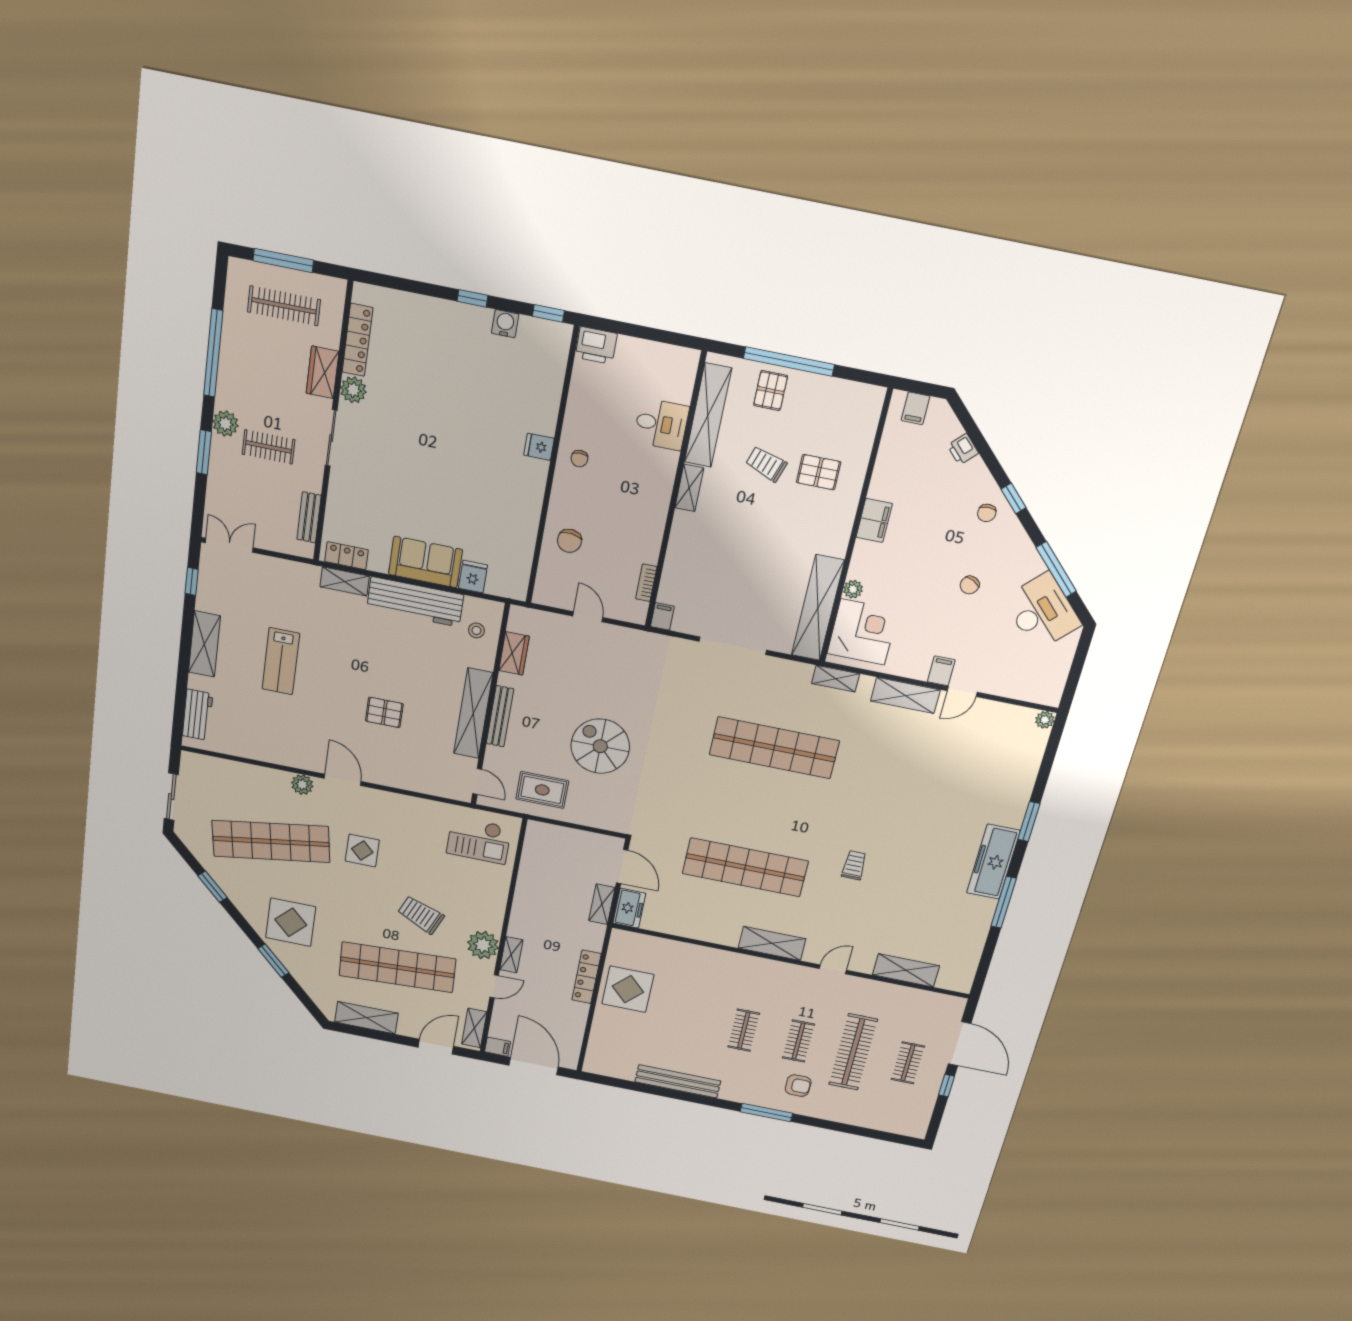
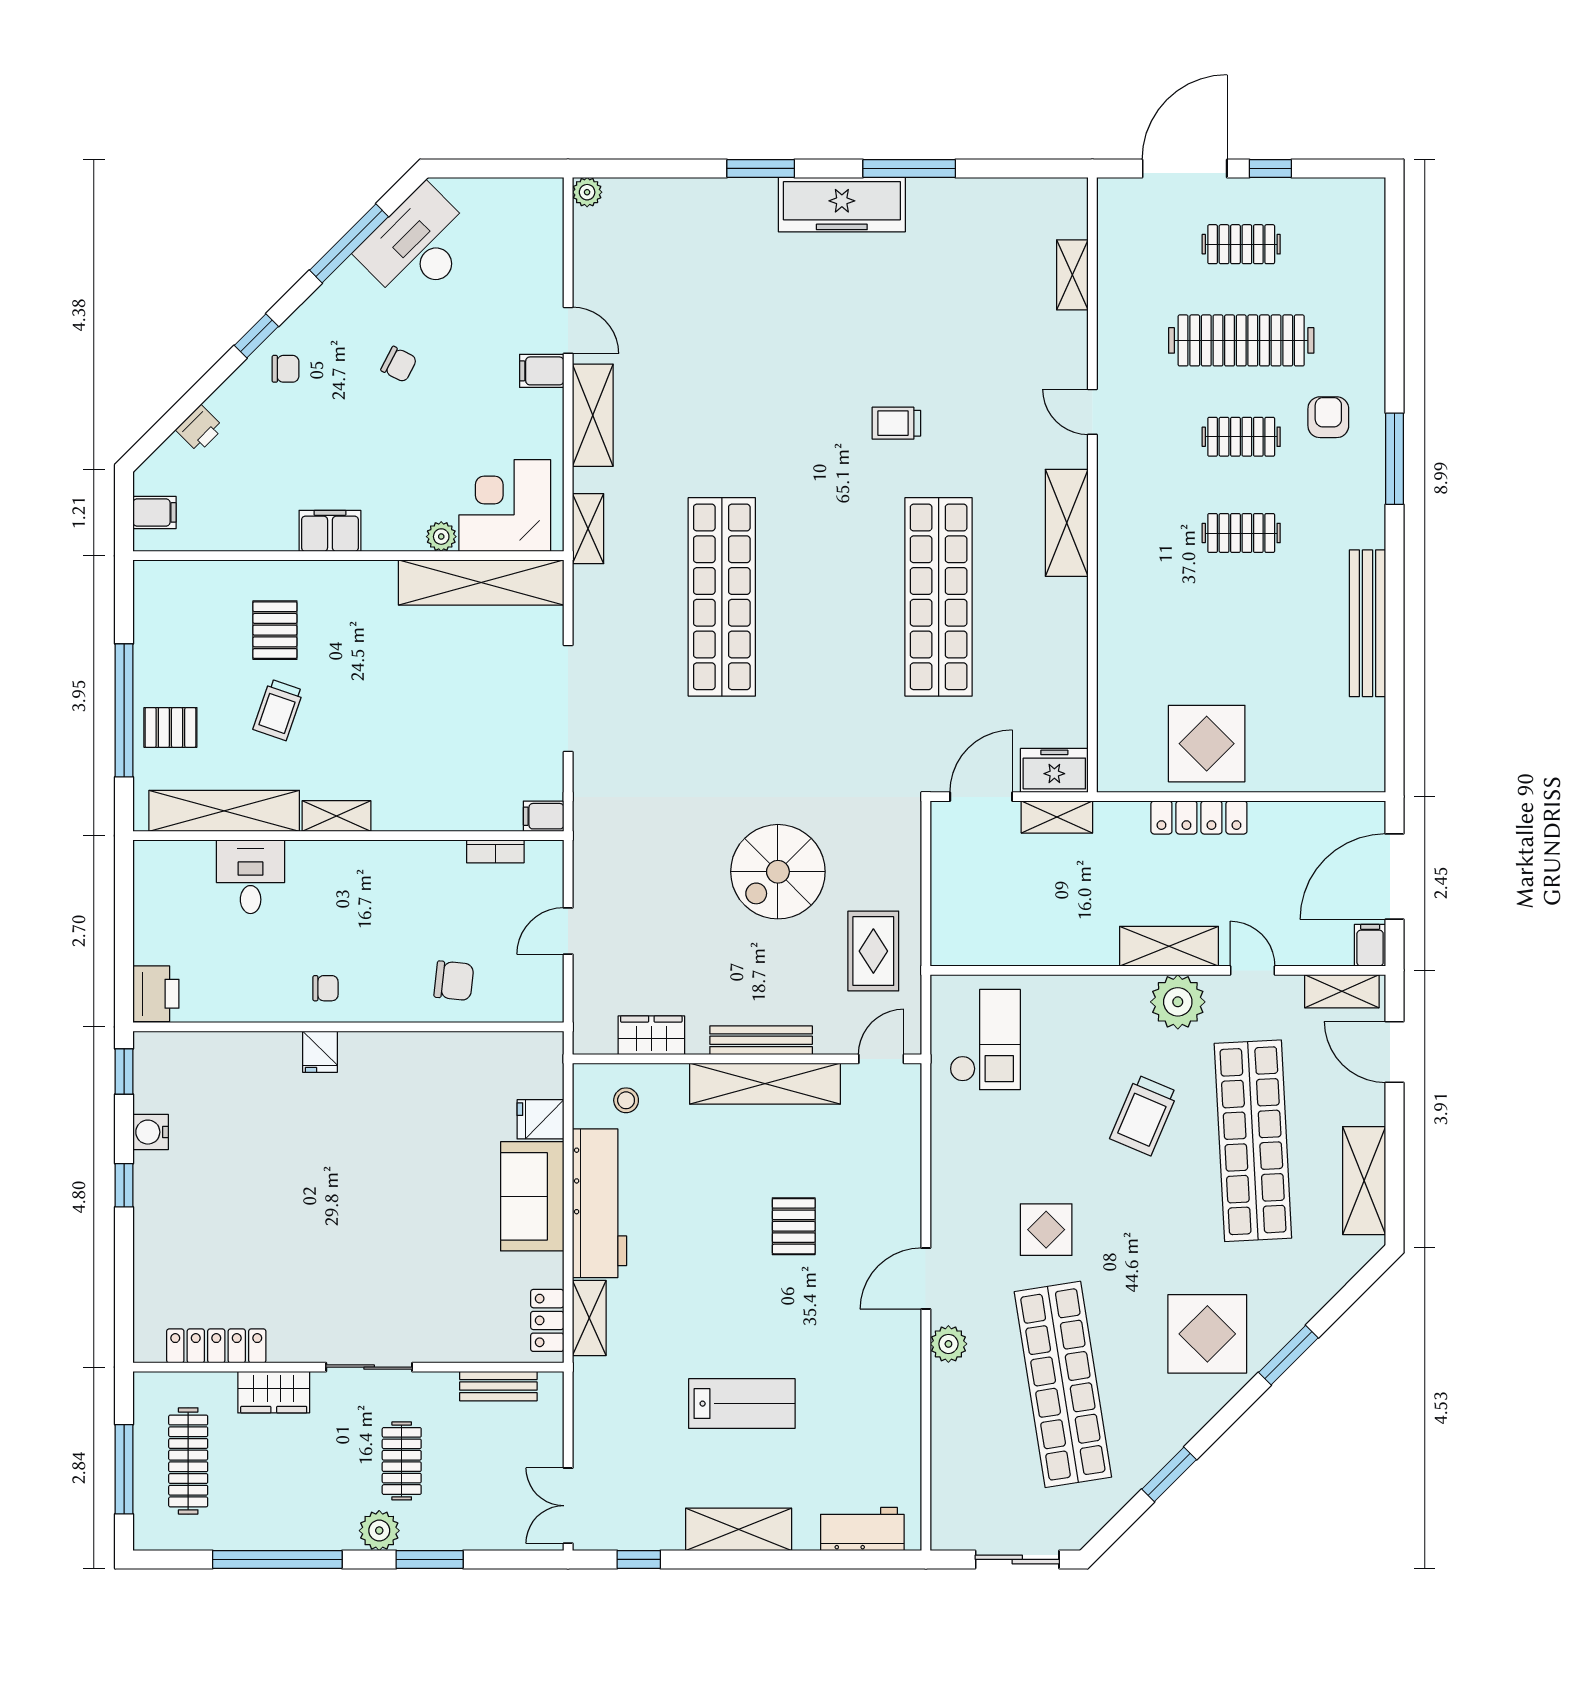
plant: (353, 390) -> (290, 1343), removed
shelving: (511, 955) -> (1169, 946), width x1.50, depth x1.33
shelving: (906, 970) -> (1072, 275), width x0.67, depth x0.75

